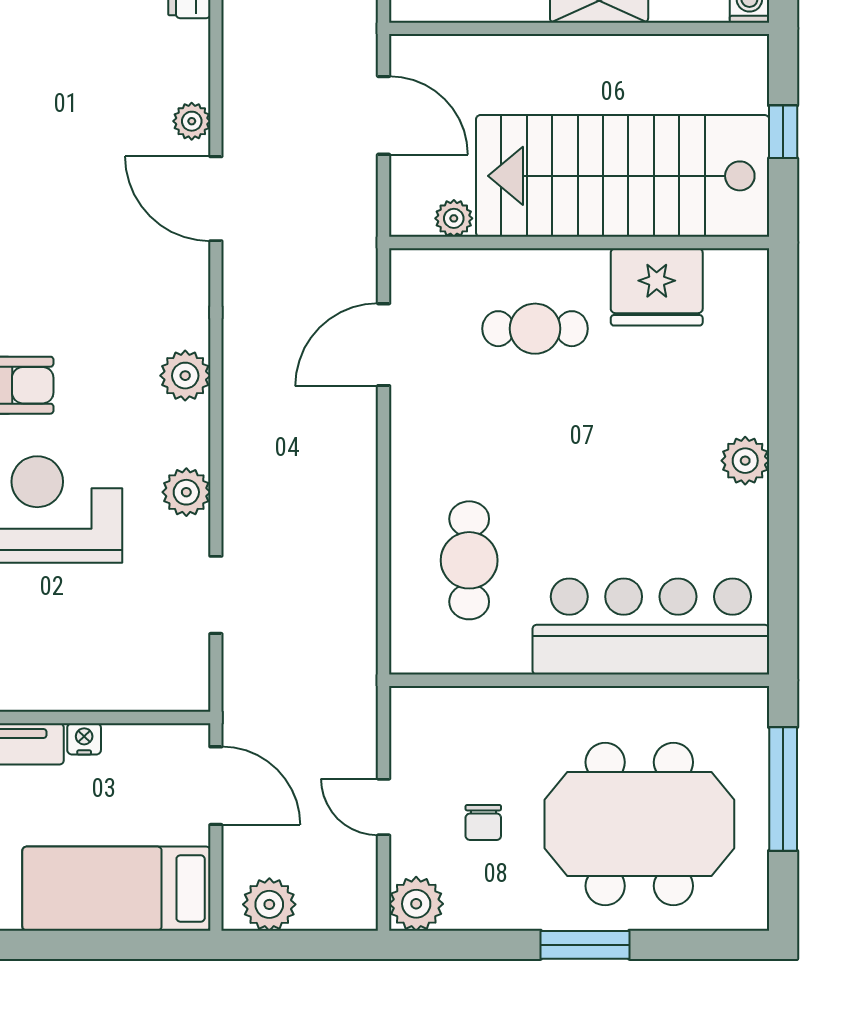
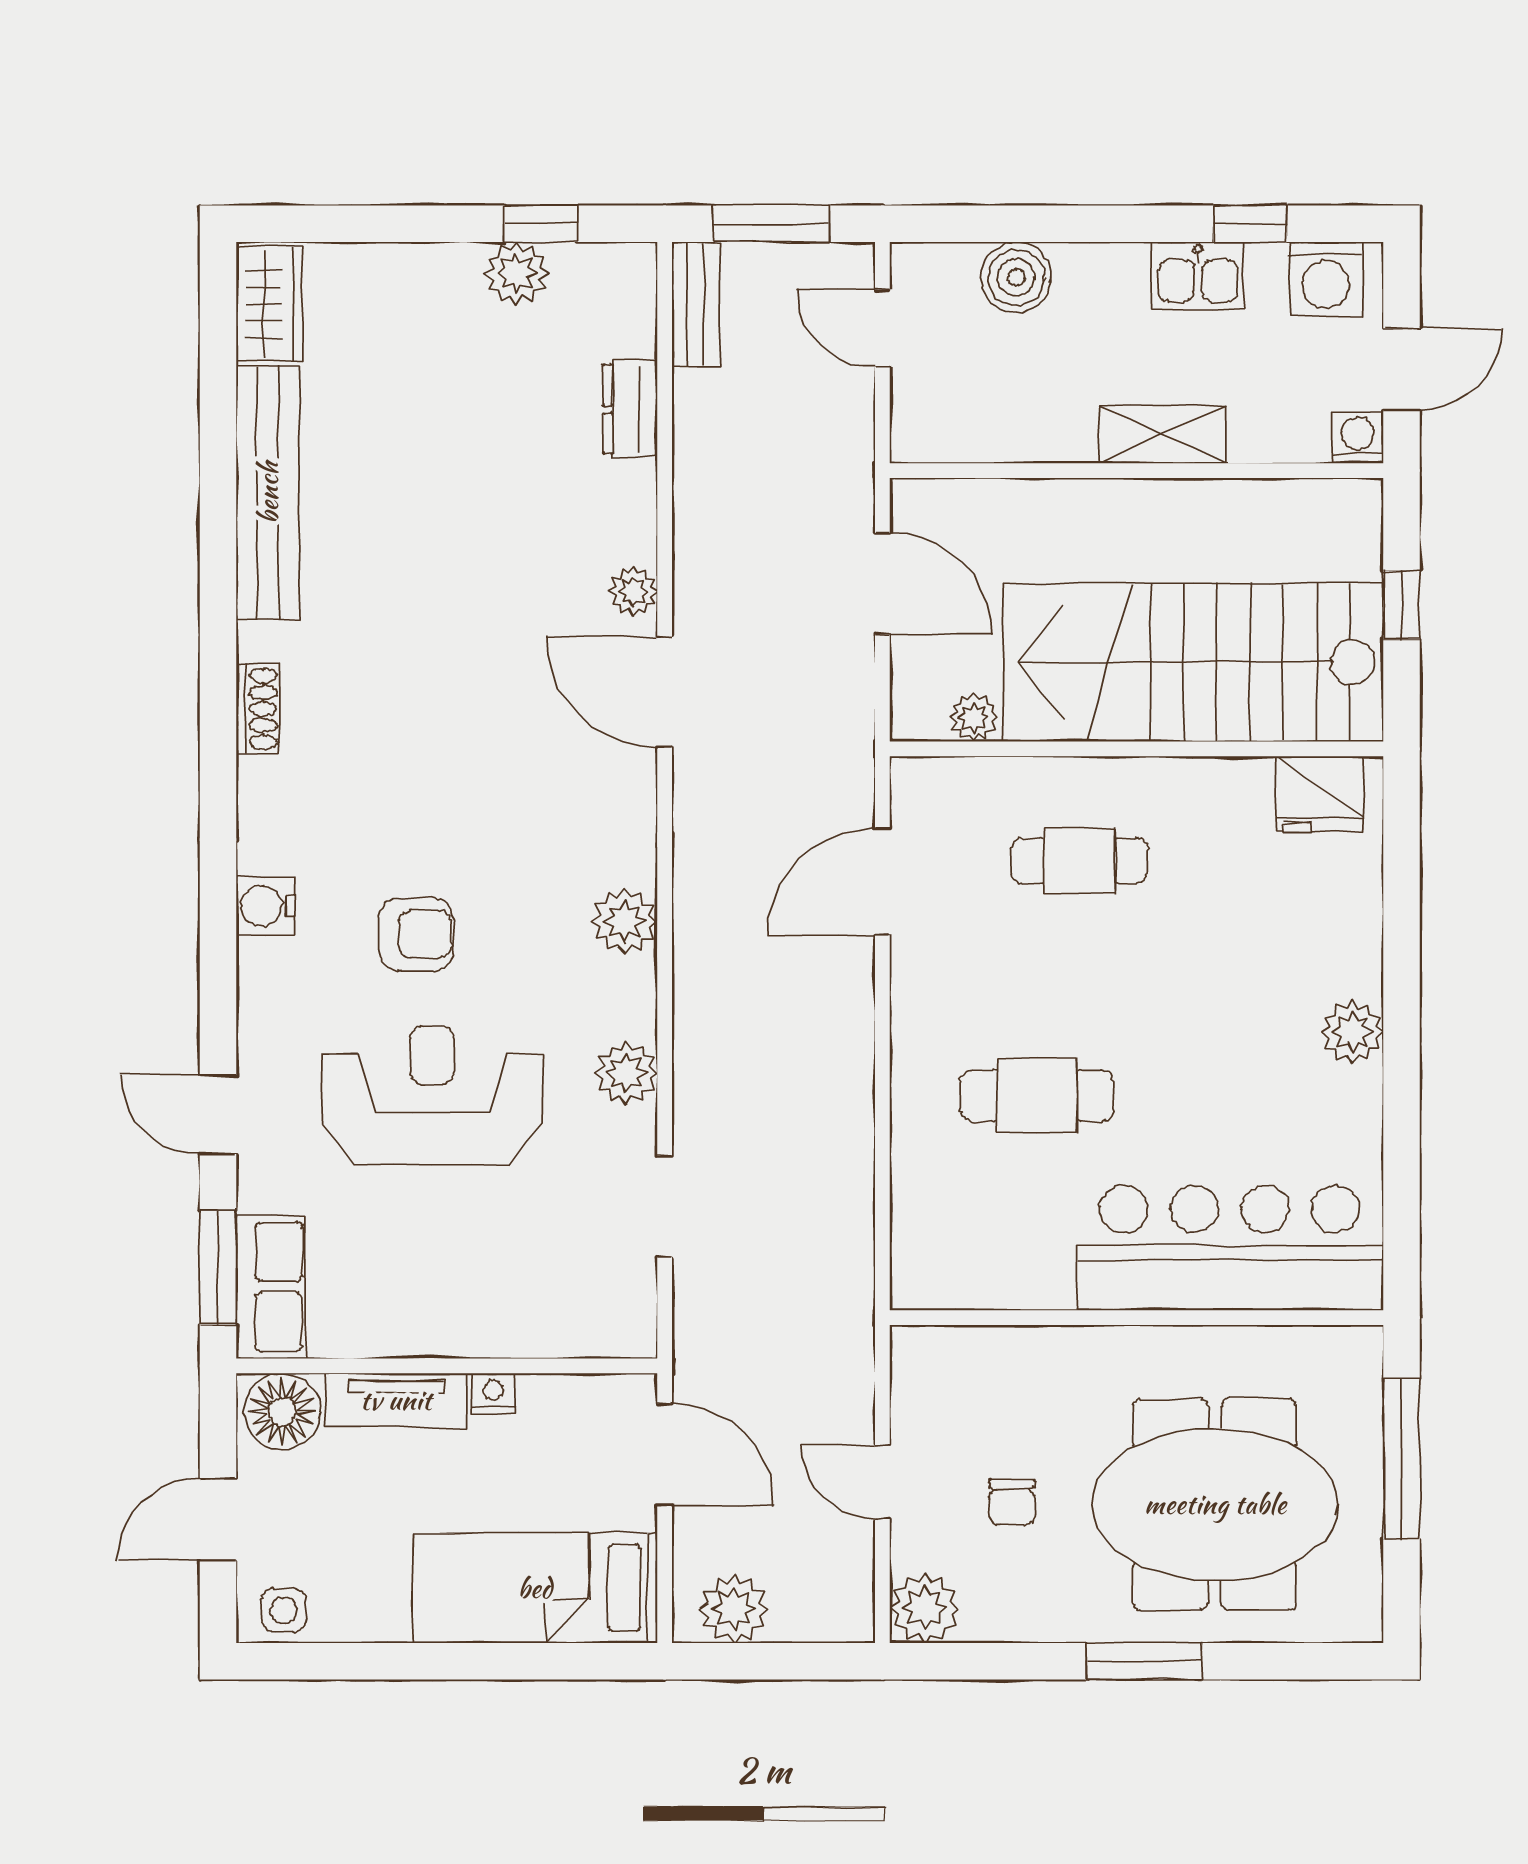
fridge: (657, 287) -> (1320, 794), moved, width x0.73, depth x0.75
cafe table: (469, 560) -> (1037, 1096), moved, turned 90

